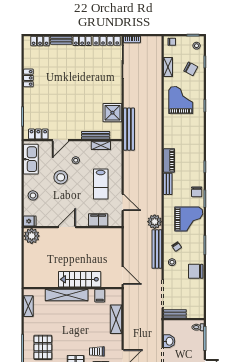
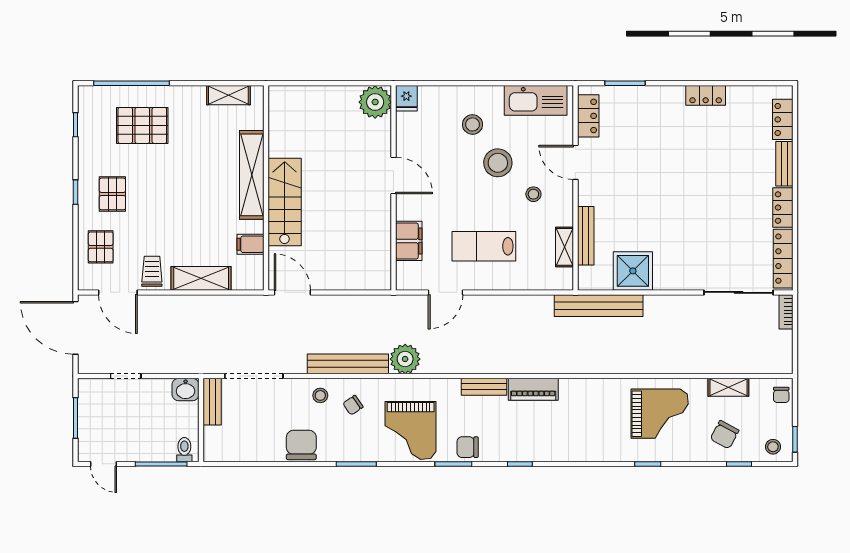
stool: (33, 195) -> (473, 124), moved
door: (123, 276) -> (292, 292), swing flipped
washbasin: (169, 341) -> (186, 390), moved
trolley: (97, 351) -> (152, 271), moved

